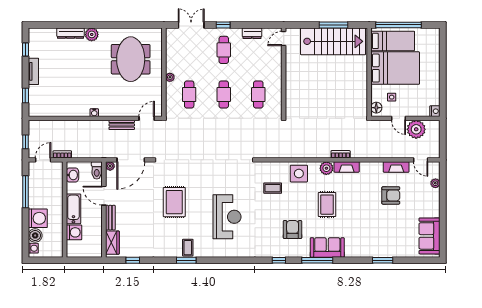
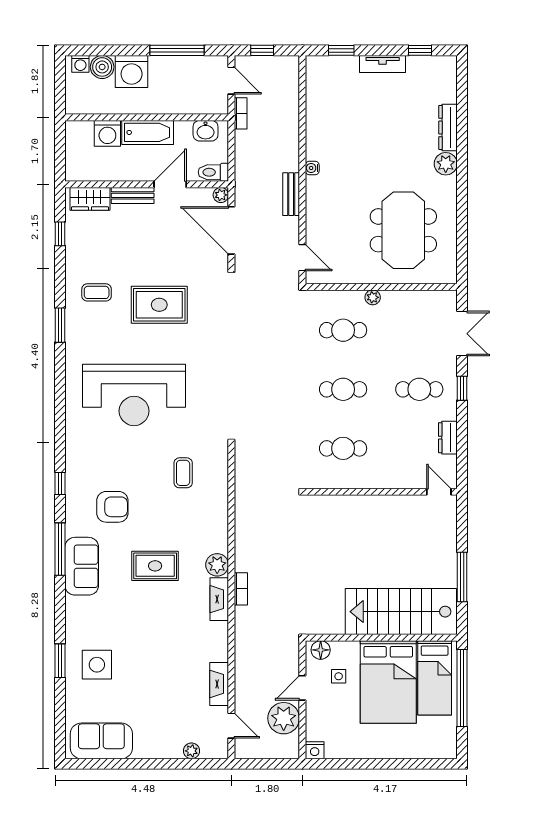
stairs: (333, 41) -> (401, 612), moved, turned 90
meeting table: (131, 59) -> (403, 230), turned 90
bench: (122, 125) -> (291, 194), moved
door: (421, 160) -> (231, 726), swing flipped
side table: (299, 174) -> (97, 665), moved
armchair: (391, 195) -> (171, 675), removed
reception desk: (227, 217) -> (134, 395), width x1.36, depth x1.30
coffee table: (188, 248) -> (97, 292), moved

